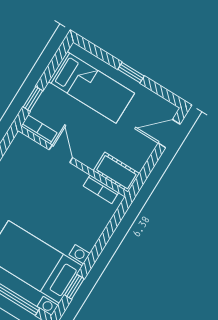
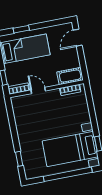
window: (131, 73) -> (21, 29), moved

